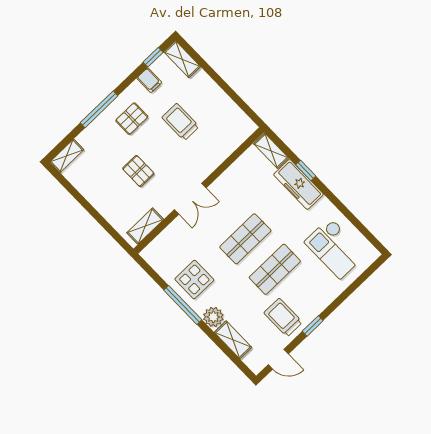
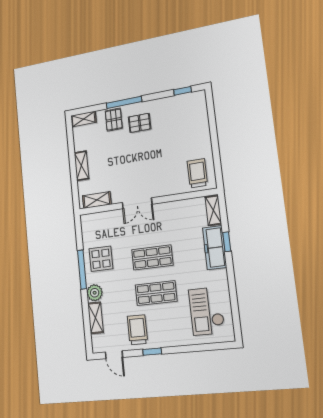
shelving: (182, 59) -> (81, 166), moved
filing cabinet: (149, 80) -> (169, 105), removed
trolley: (180, 122) -> (197, 173), moved
pallet: (138, 171) -> (114, 120), moved

